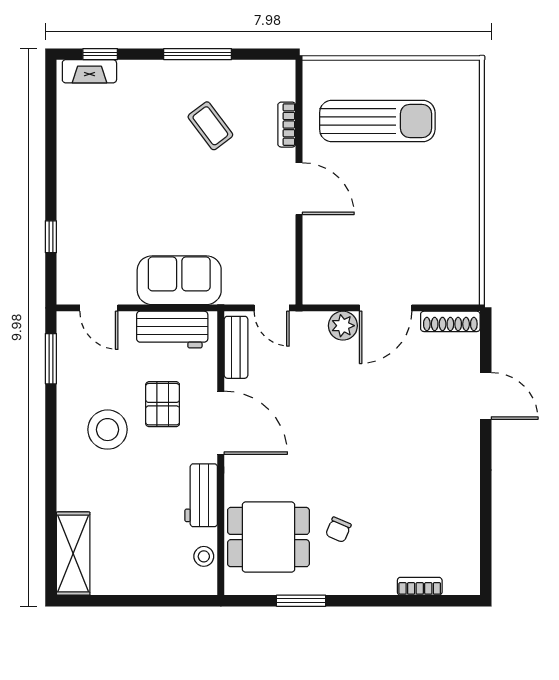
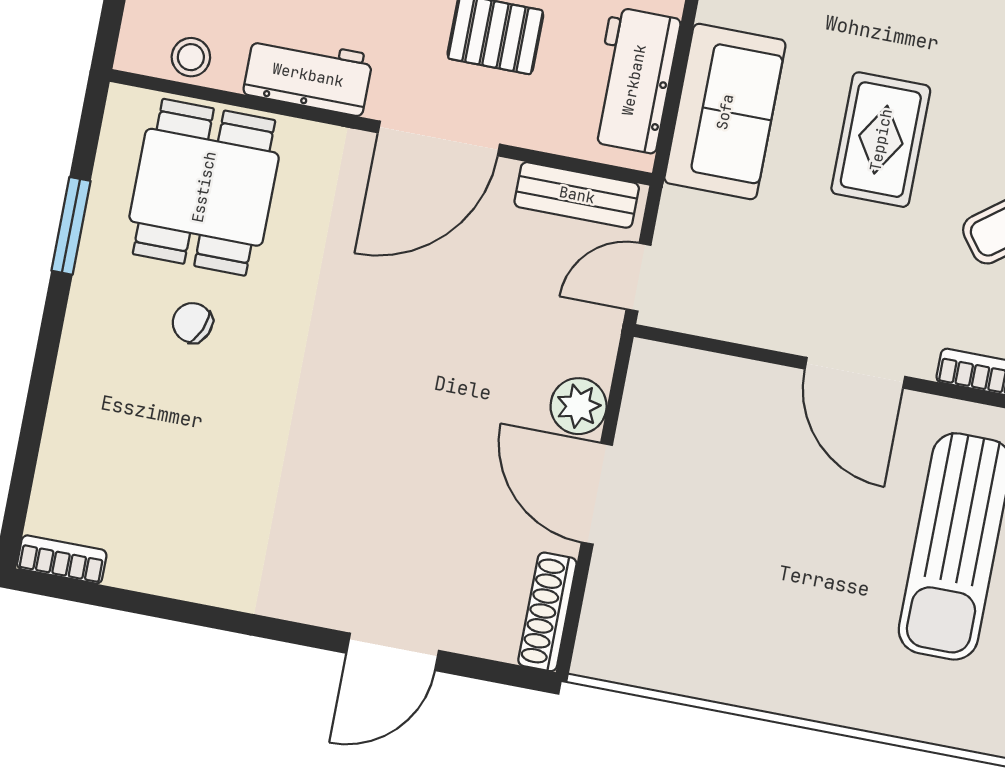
door: (299, 189) -> (855, 373), hinge flipped
rug: (178, 198) -> (881, 140), added
bookcase: (420, 586) -> (62, 559), moved, turned -90

